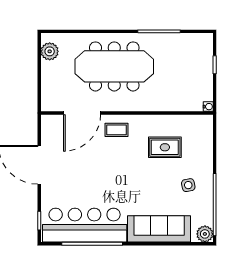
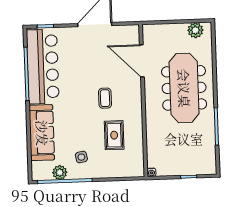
coffee table: (117, 130) -> (105, 98), moved
plant: (205, 234) -> (60, 172), moved

